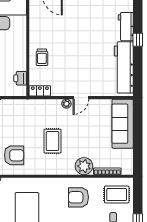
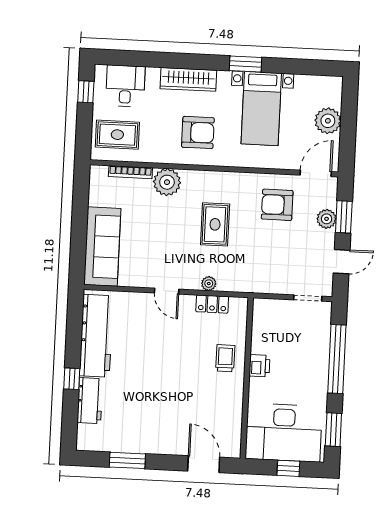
printer: (20, 78) -> (260, 366), moved
locker: (40, 91) -> (212, 304), moved
door: (81, 98) -> (167, 291), swing flipped
plant: (66, 104) -> (209, 284), moved
armchair: (78, 197) -> (198, 132), moved

